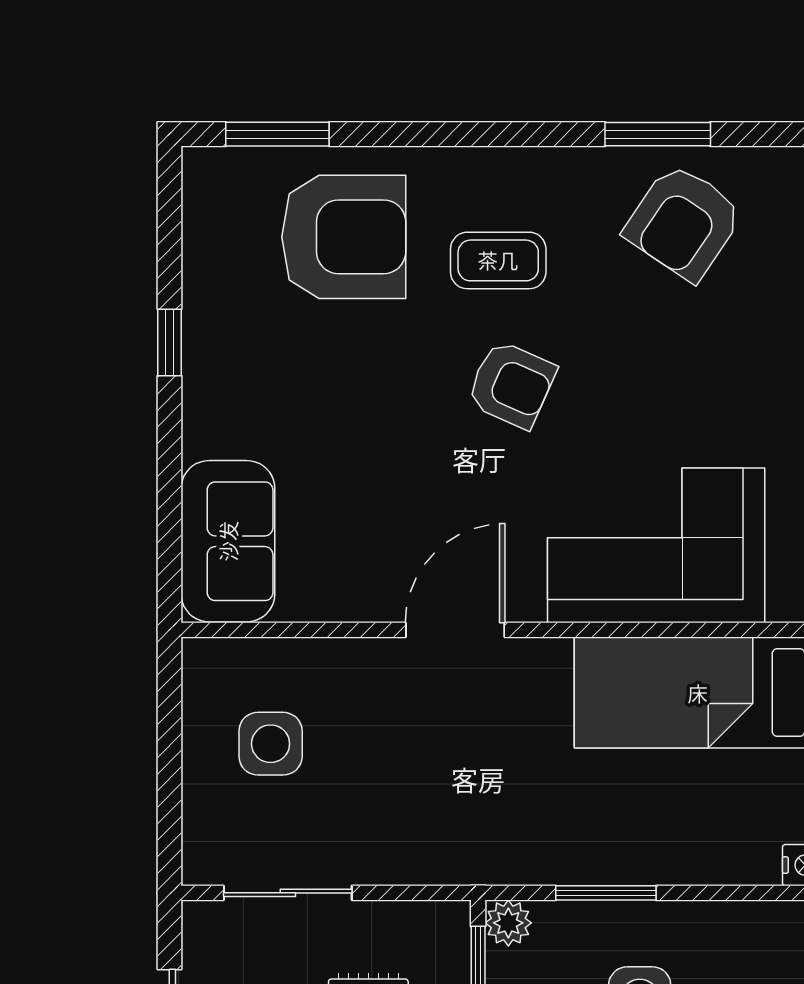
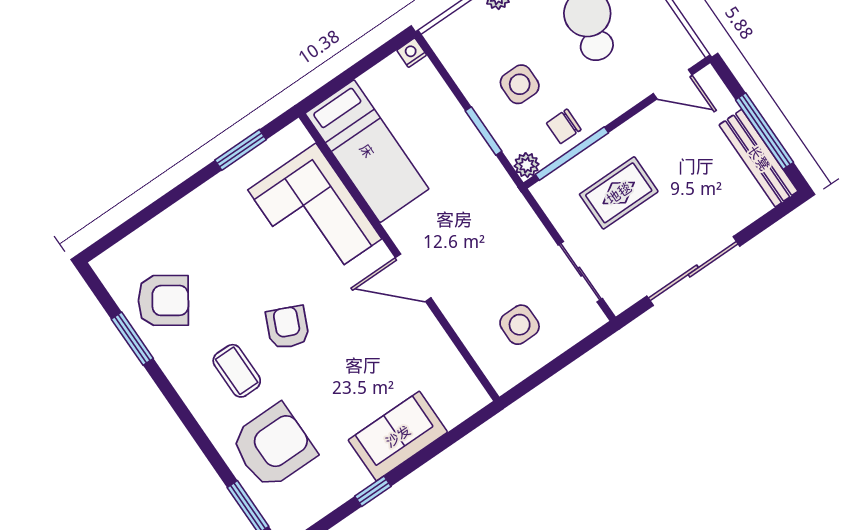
armchair: (344, 237) -> (273, 446), turned 90
sofa: (228, 541) -> (398, 436), moved

